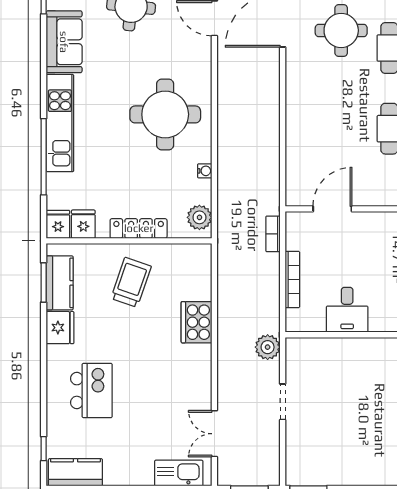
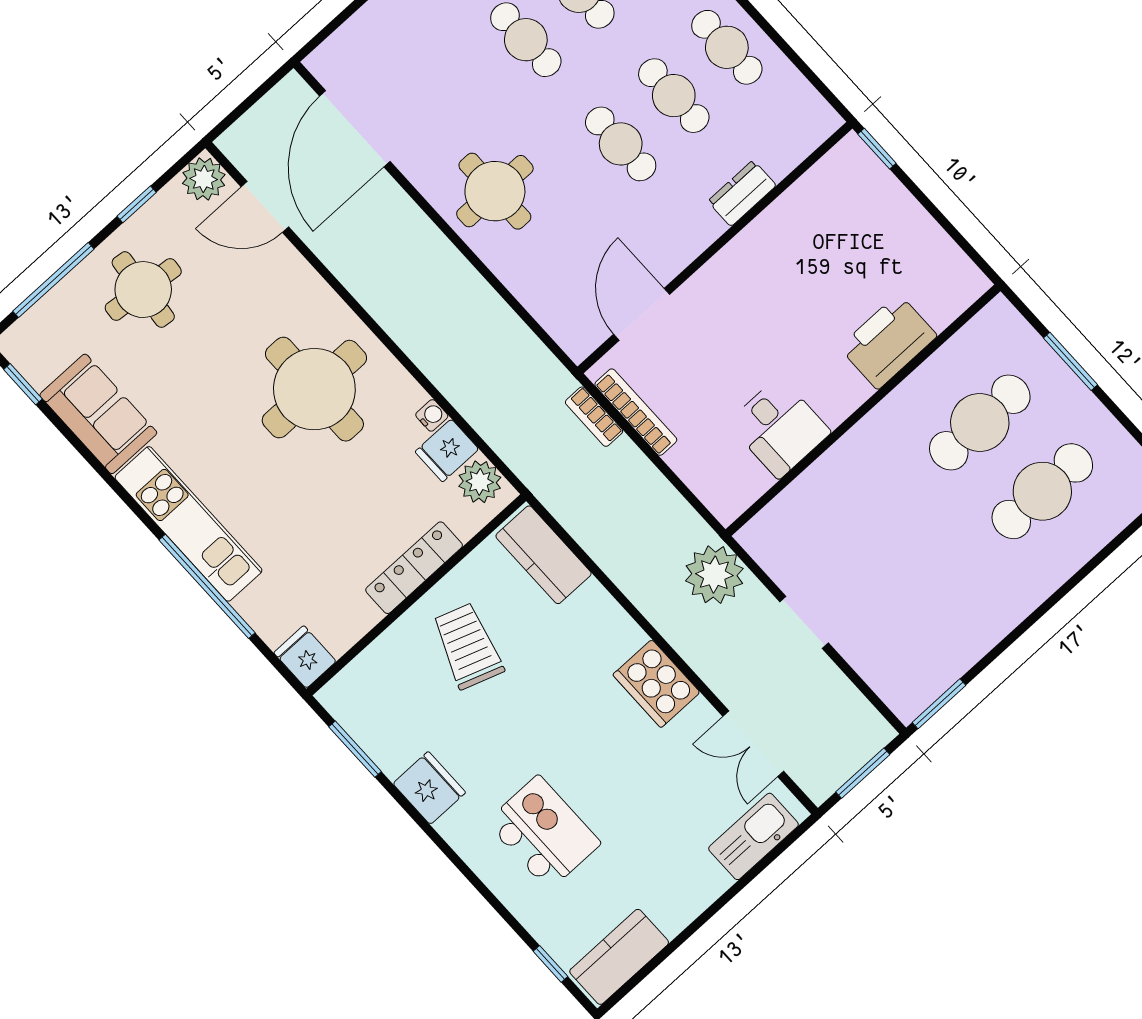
round table: (341, 30) -> (495, 191), moved
fridge: (83, 224) -> (447, 450), moved, turned -90
bookcase: (292, 280) -> (636, 412), moved
kitchen counter: (60, 283) -> (544, 555), moved, turned 180
cooker: (197, 322) -> (656, 684), moved
plant: (268, 347) -> (714, 575), width x1.36, depth x1.36

